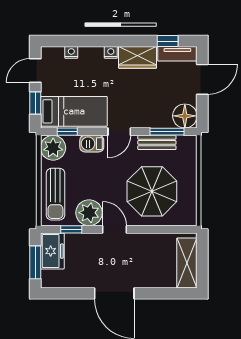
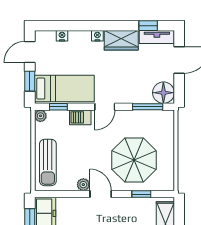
bench: (157, 142) -> (139, 116), removed
plant: (53, 148) -> (40, 116), width x0.53, depth x0.53
plant: (89, 213) -> (83, 185), width x0.53, depth x0.53
window: (71, 229) -> (141, 194), moved

